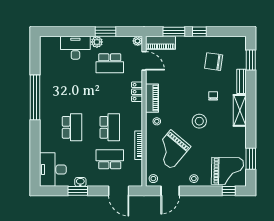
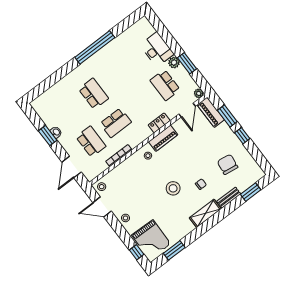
school desk: (72, 127) -> (93, 94), turned -90
grand piano: (171, 150) -> (135, 183), removed
desk: (53, 169) -> (49, 104), removed

